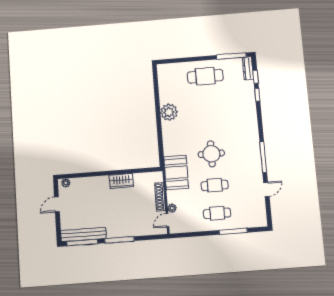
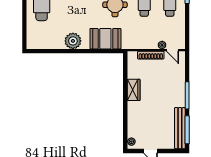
booth: (176, 173) -> (105, 39), moved

